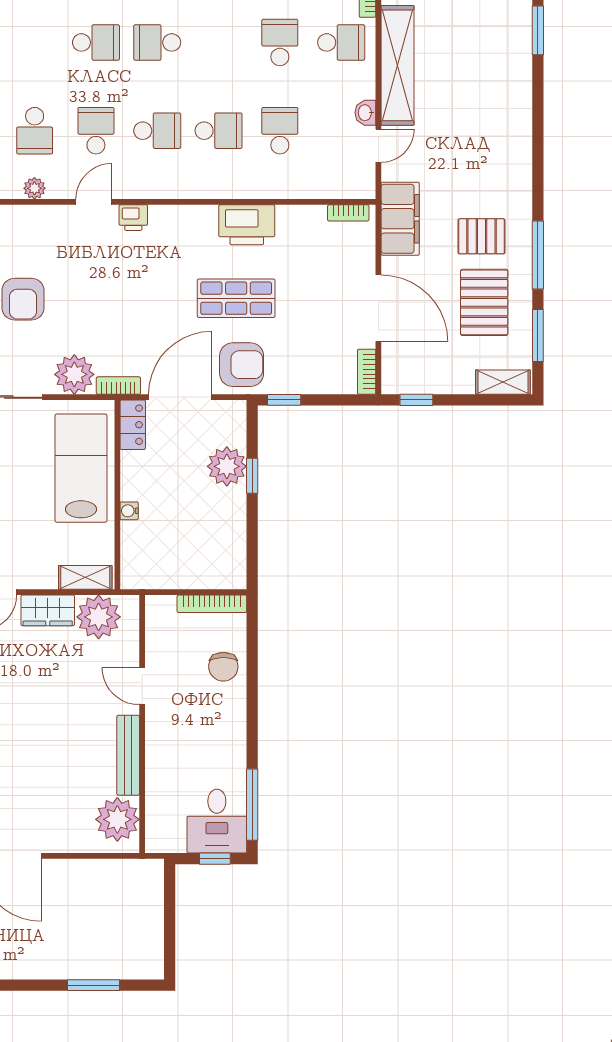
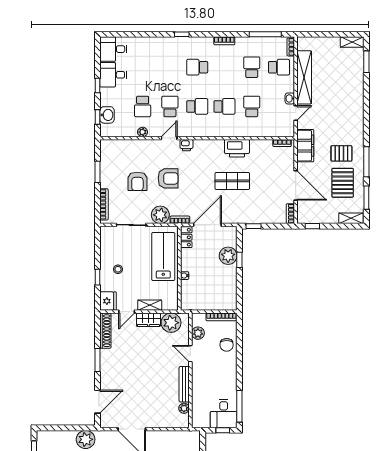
school desk: (96, 42) -> (170, 67), removed
armchair: (242, 365) -> (168, 178), moved
shelving: (85, 577) -> (150, 305), moved
plant: (159, 640) -> (198, 333), added
plant: (117, 819) -> (184, 408), width x0.53, depth x0.53

